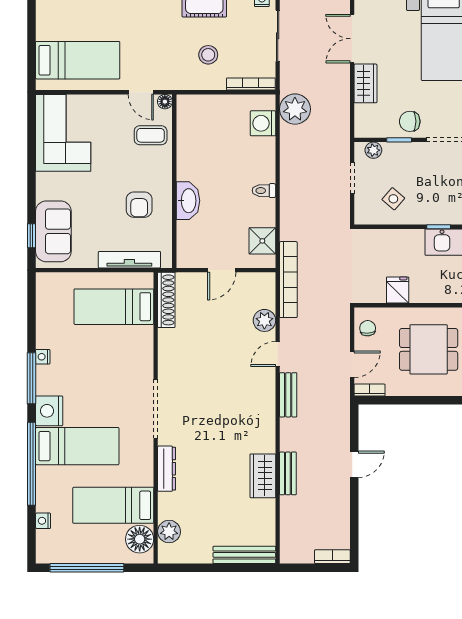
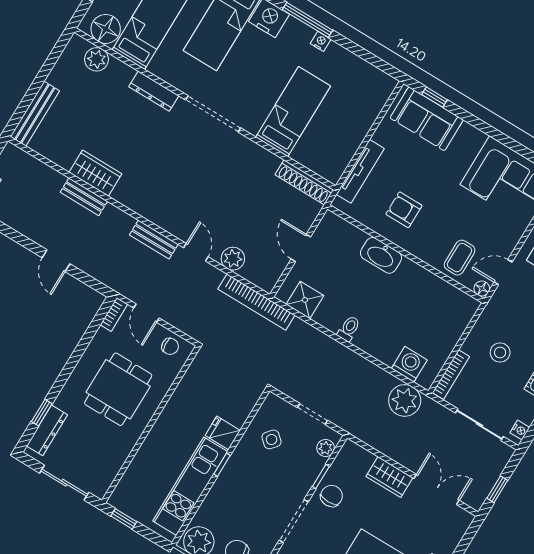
fridge: (398, 290) -> (223, 433), moved, turned 180
bed: (114, 307) -> (293, 112), moved

